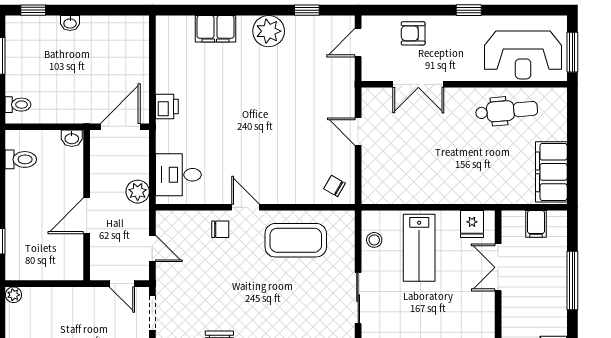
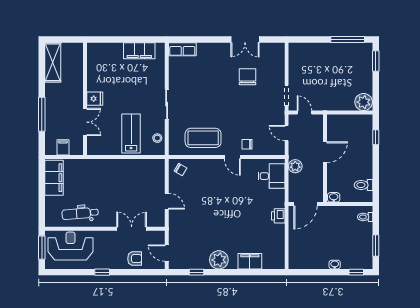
door: (358, 43) -> (167, 253), swing flipped
fridge: (472, 224) -> (95, 99), moved, turned 90
plant: (13, 295) -> (364, 102), width x1.88, depth x1.88

